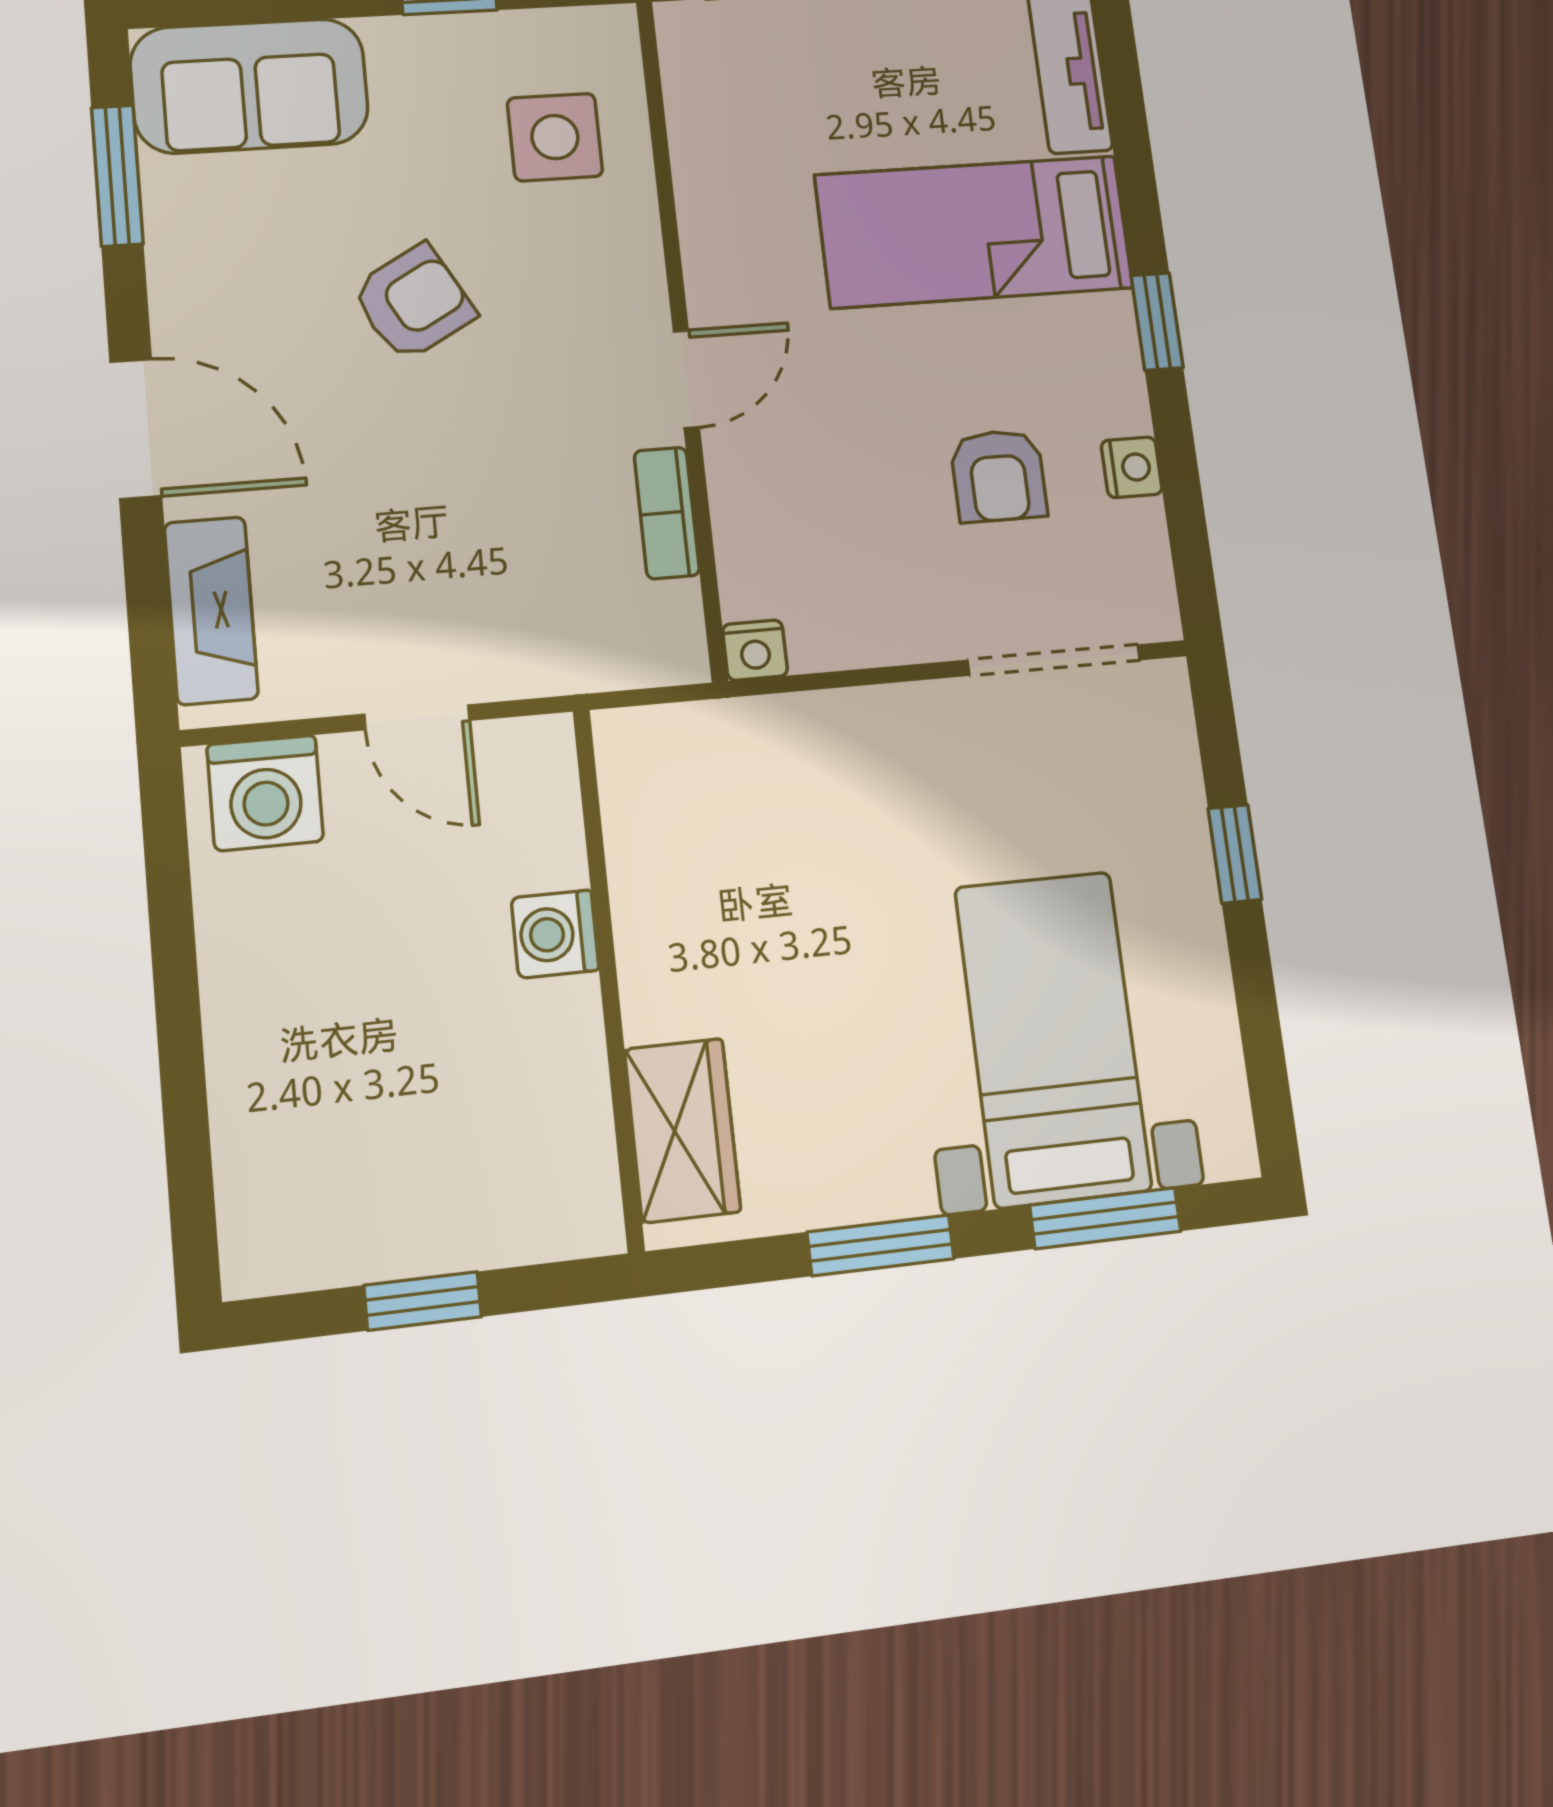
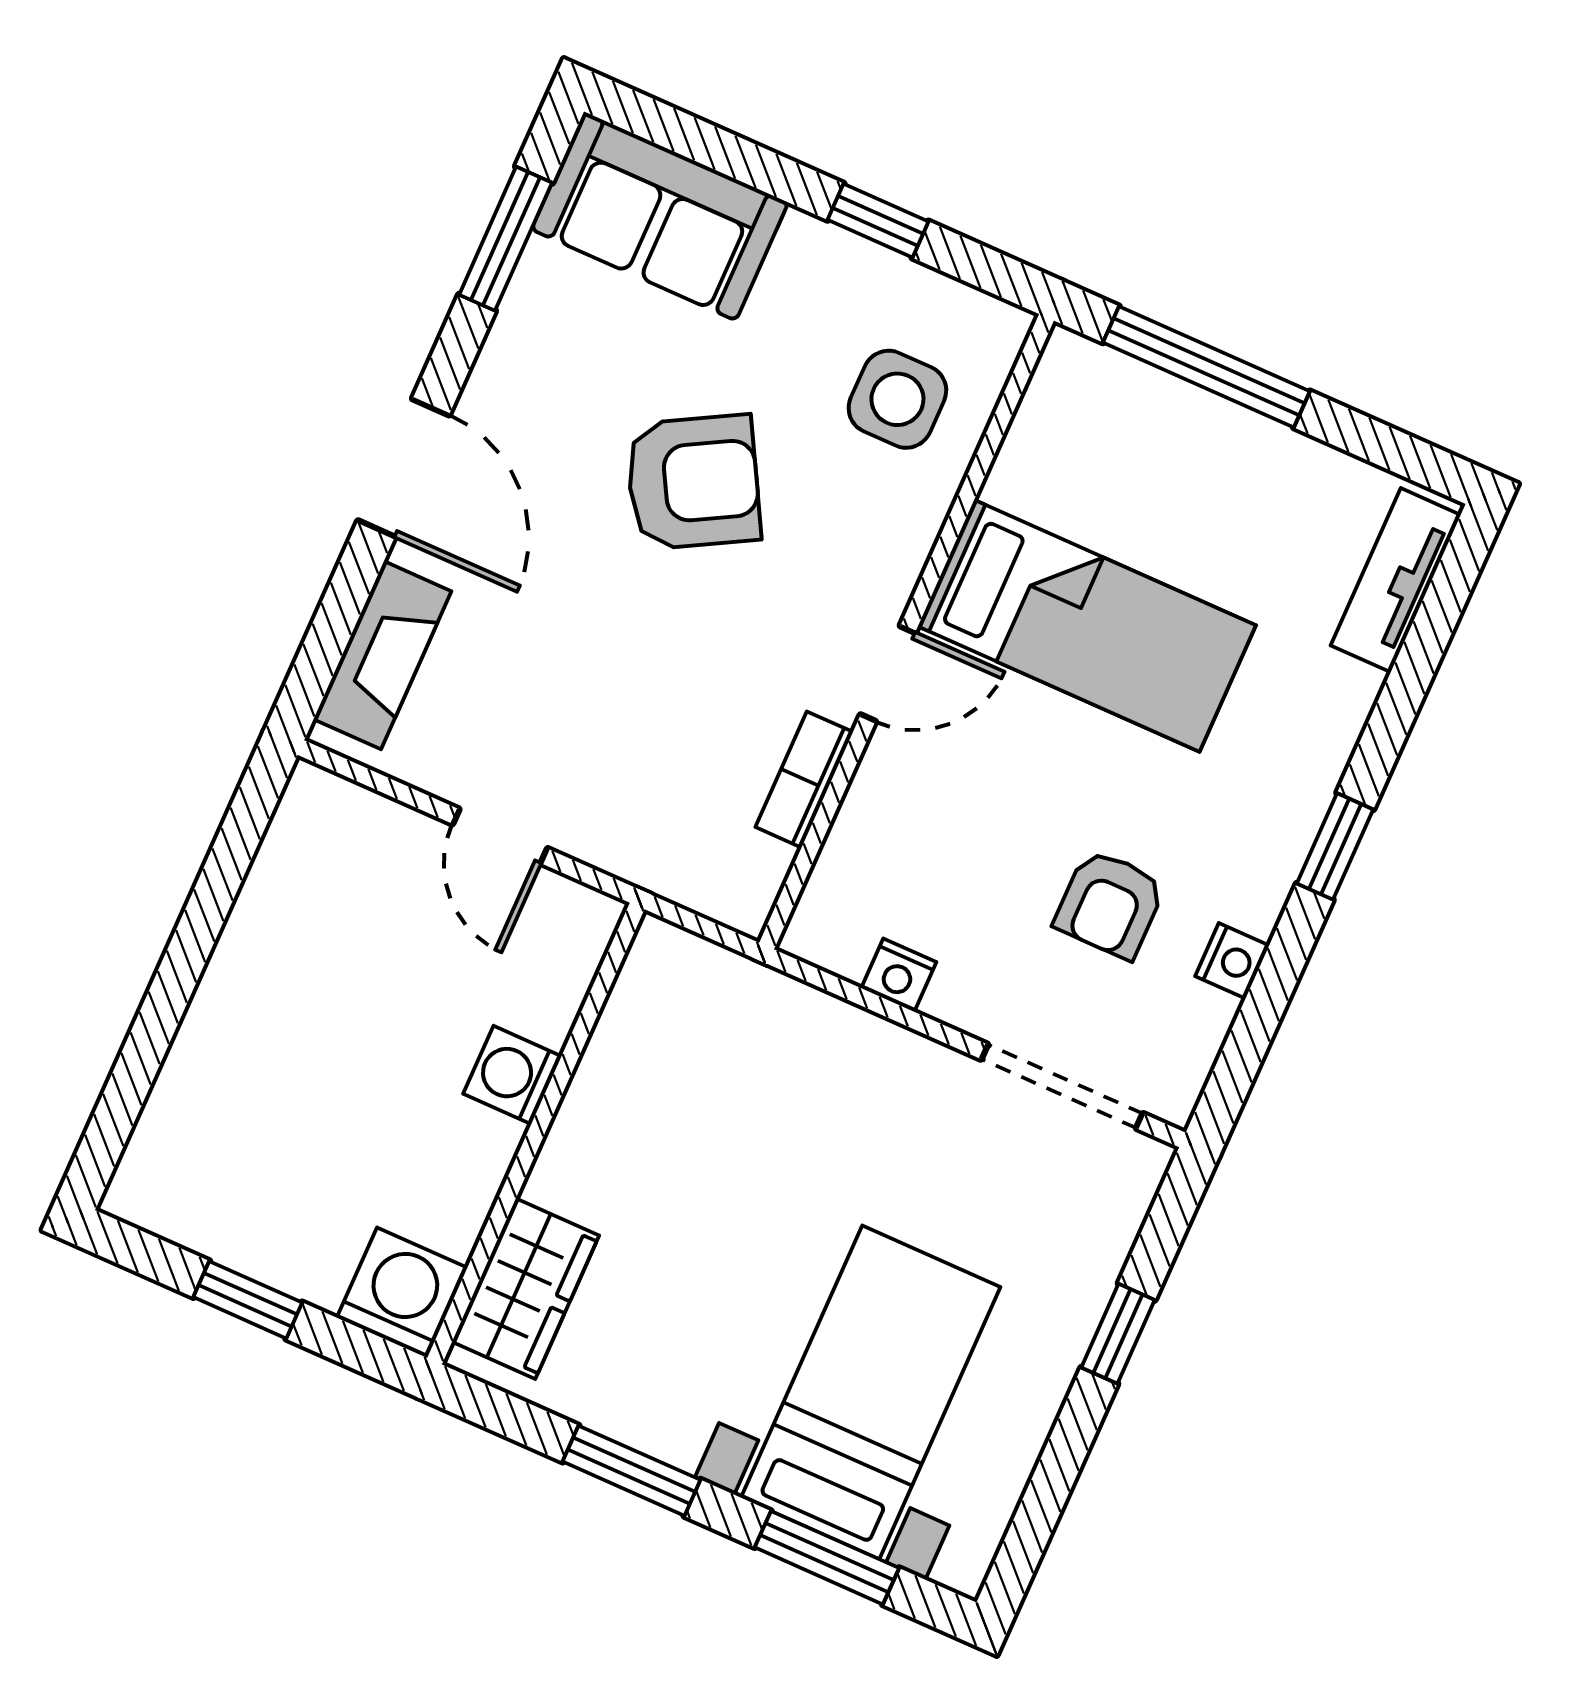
bed: (974, 232) -> (1087, 626), moved, turned 180
armchair: (413, 302) -> (693, 482), width x1.38, depth x1.38
nightstand: (755, 650) -> (899, 975), moved
washing machine: (265, 793) -> (402, 1293), moved, turned 180

